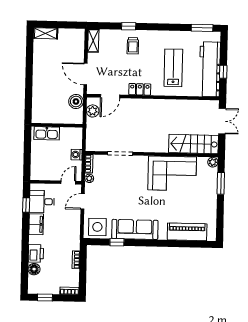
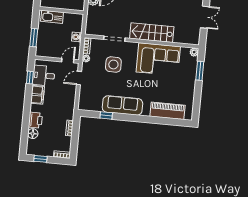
stairs: (194, 144) -> (152, 33), moved
window: (27, 159) -> (34, 38), added
side table: (97, 227) -> (113, 65), moved

